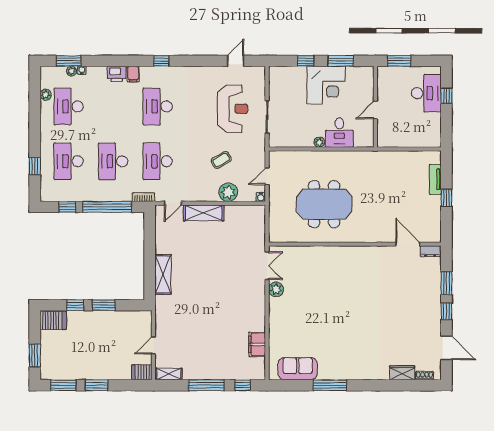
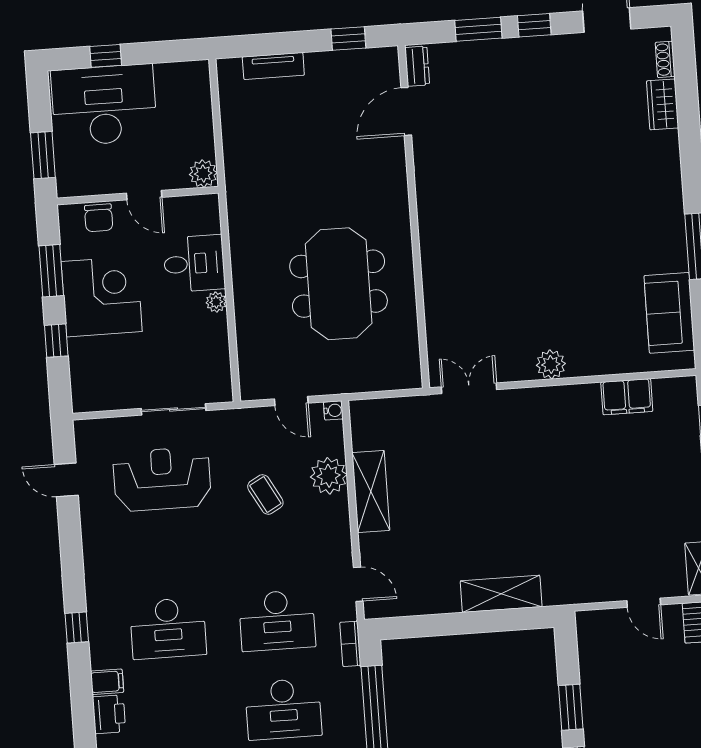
chair: (366, 86) -> (99, 218), added
desk: (426, 93) -> (104, 105), width x1.36, depth x1.30
plant: (384, 140) -> (203, 174), added
window: (446, 198) -> (348, 38), moved
shelving: (204, 213) -> (371, 491), moved
plant: (276, 289) -> (551, 364), moved

